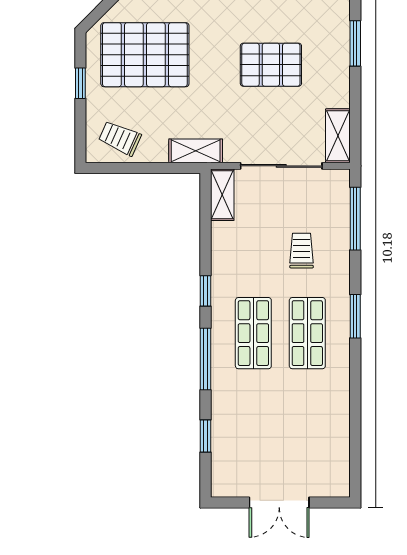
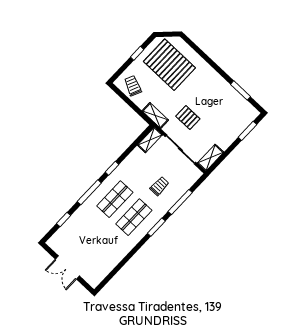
pallet: (271, 65) -> (188, 118), moved, width x0.67, depth x0.71
window: (355, 219) -> (180, 202), moved

